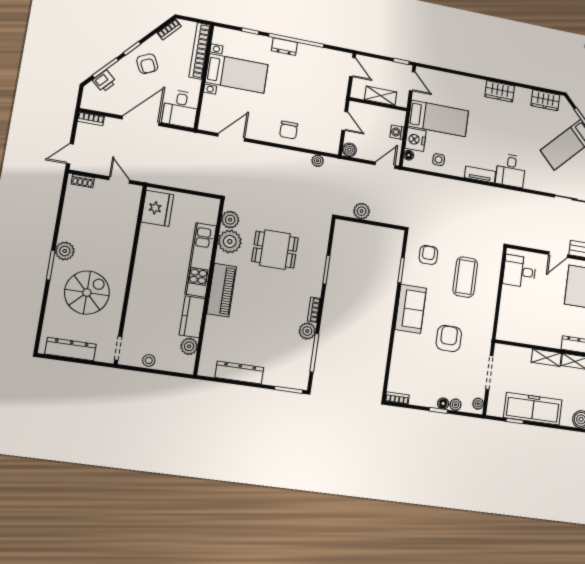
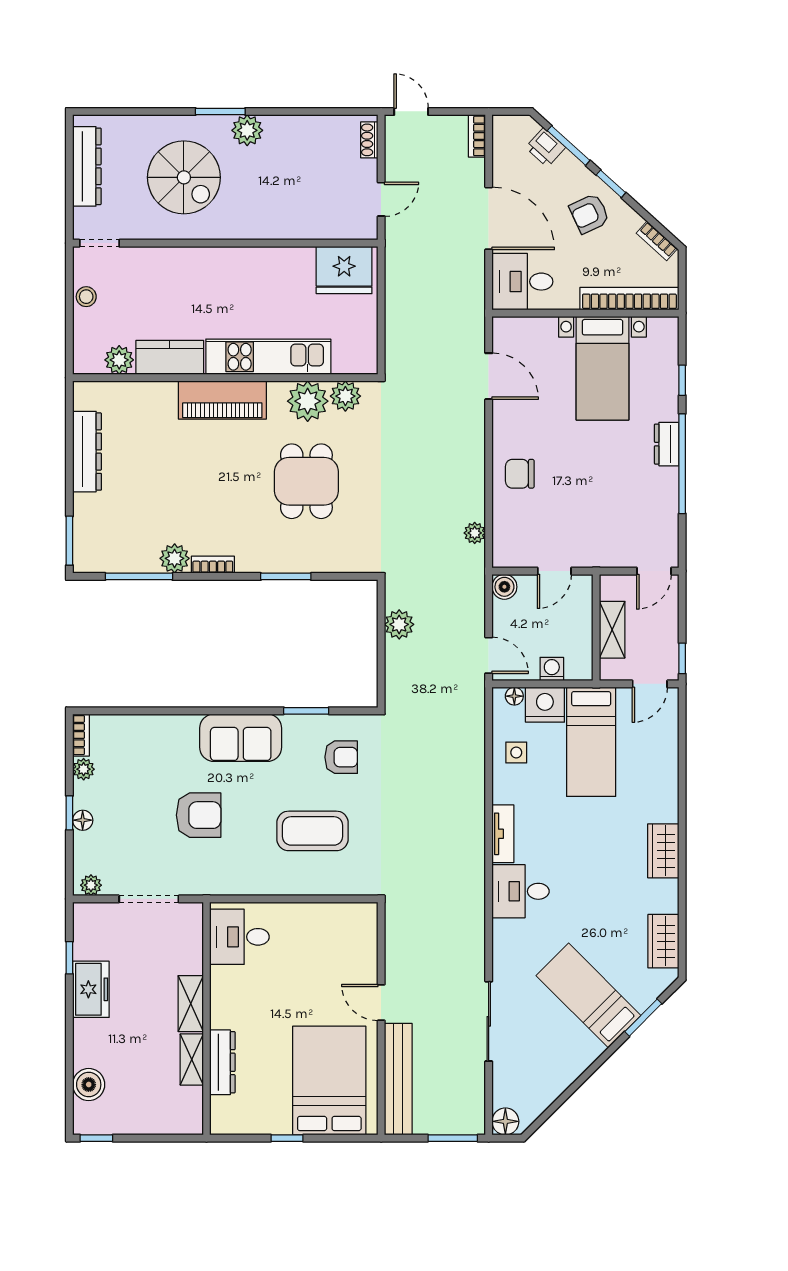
desk: (519, 271) -> (239, 937), moved, turned -90
plant: (455, 405) -> (84, 769), moved
freezer: (533, 409) -> (91, 989), width x0.52, depth x0.79

